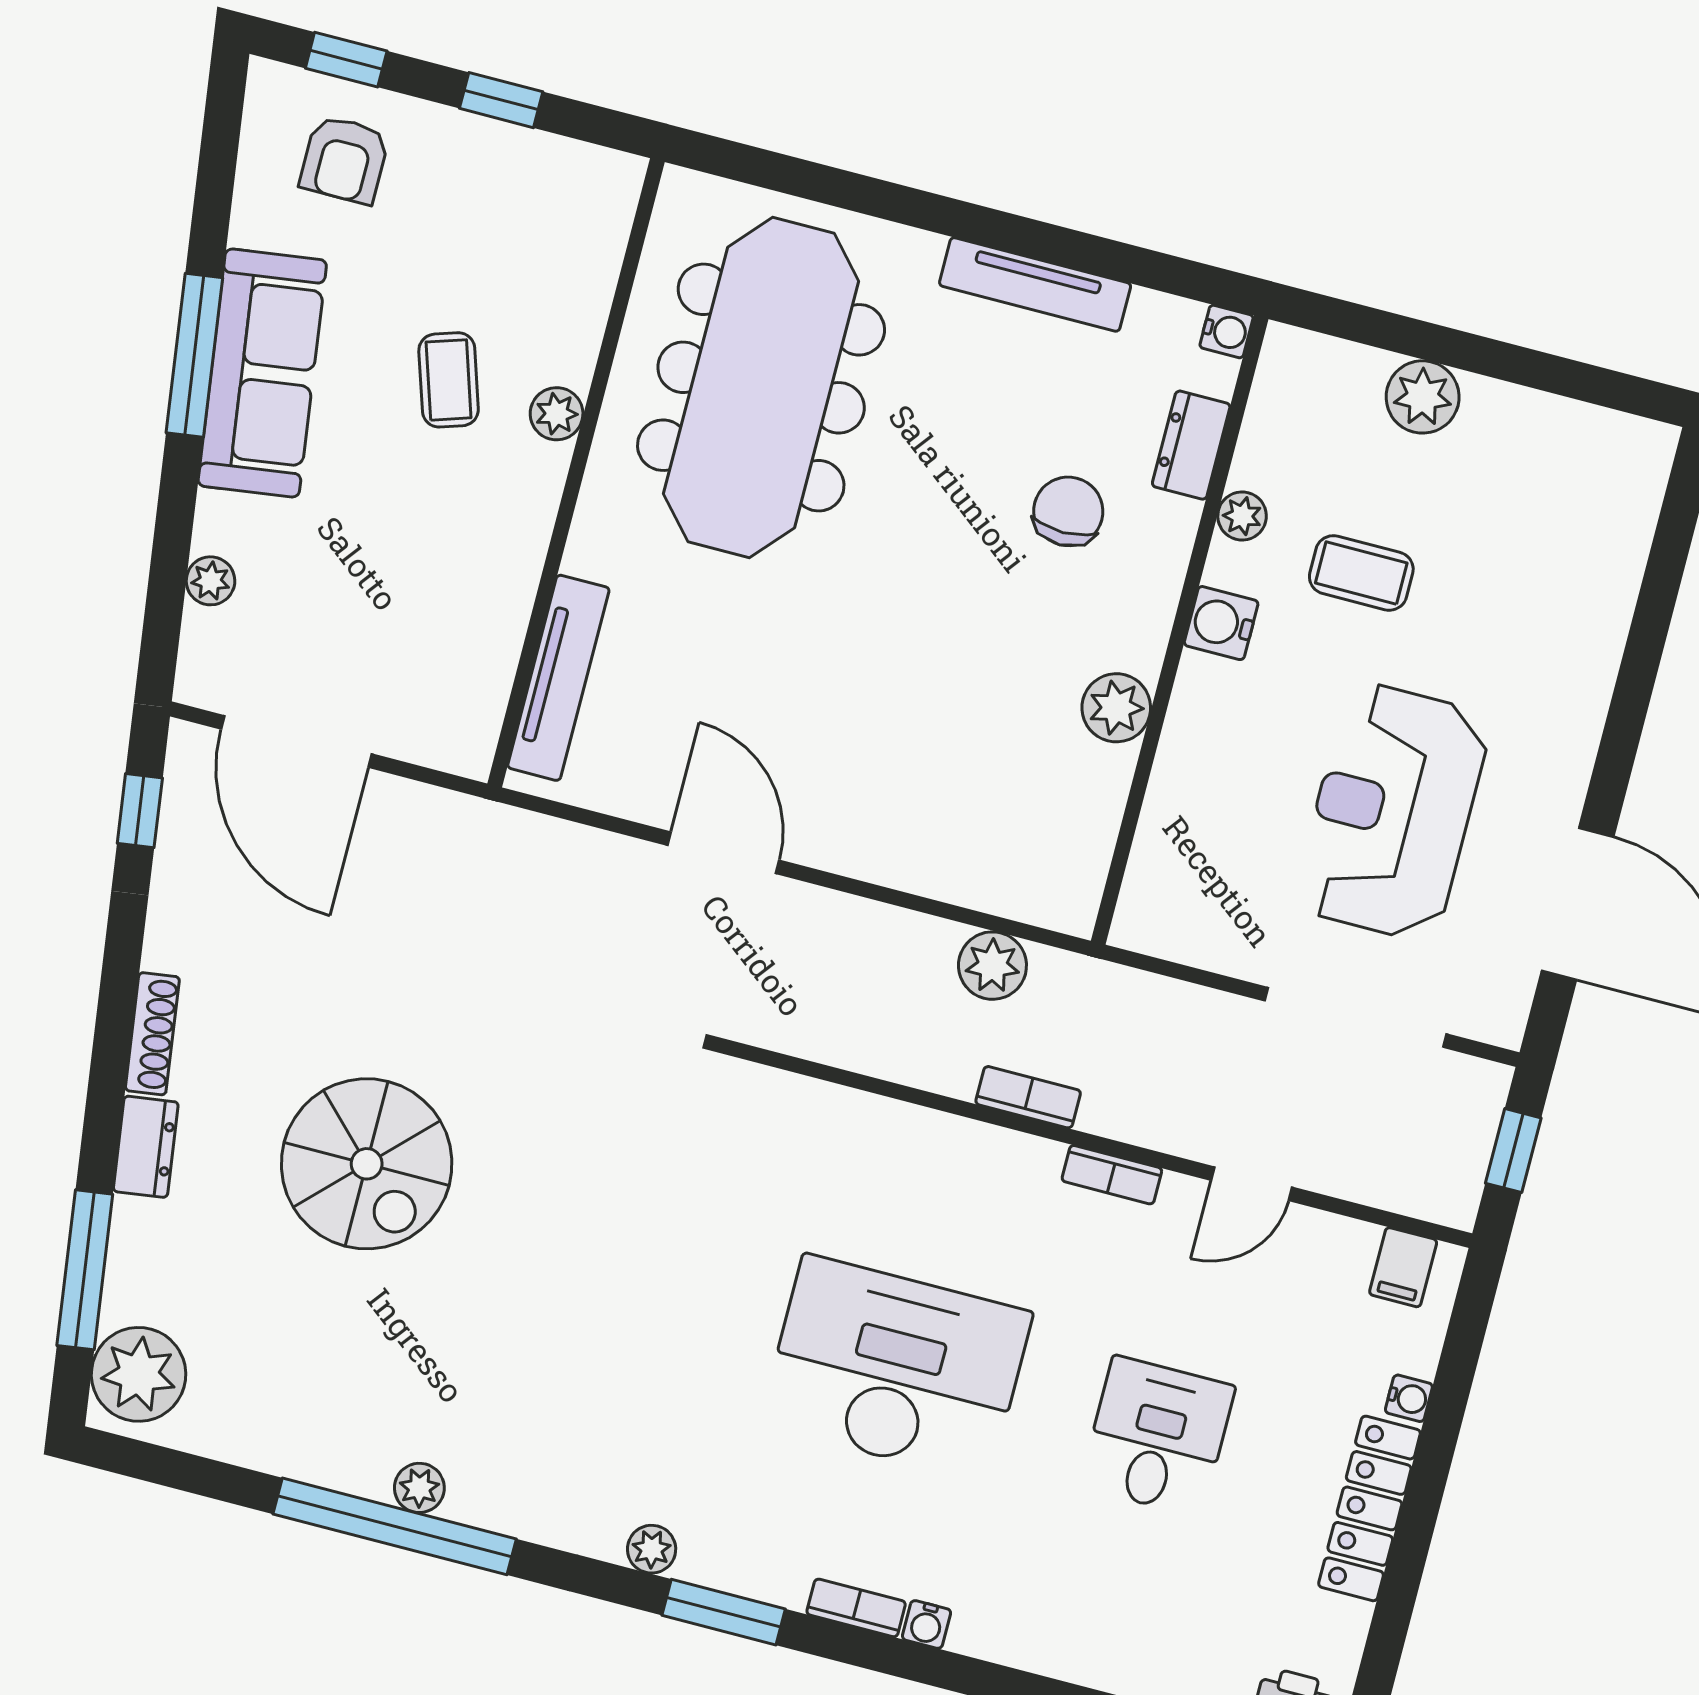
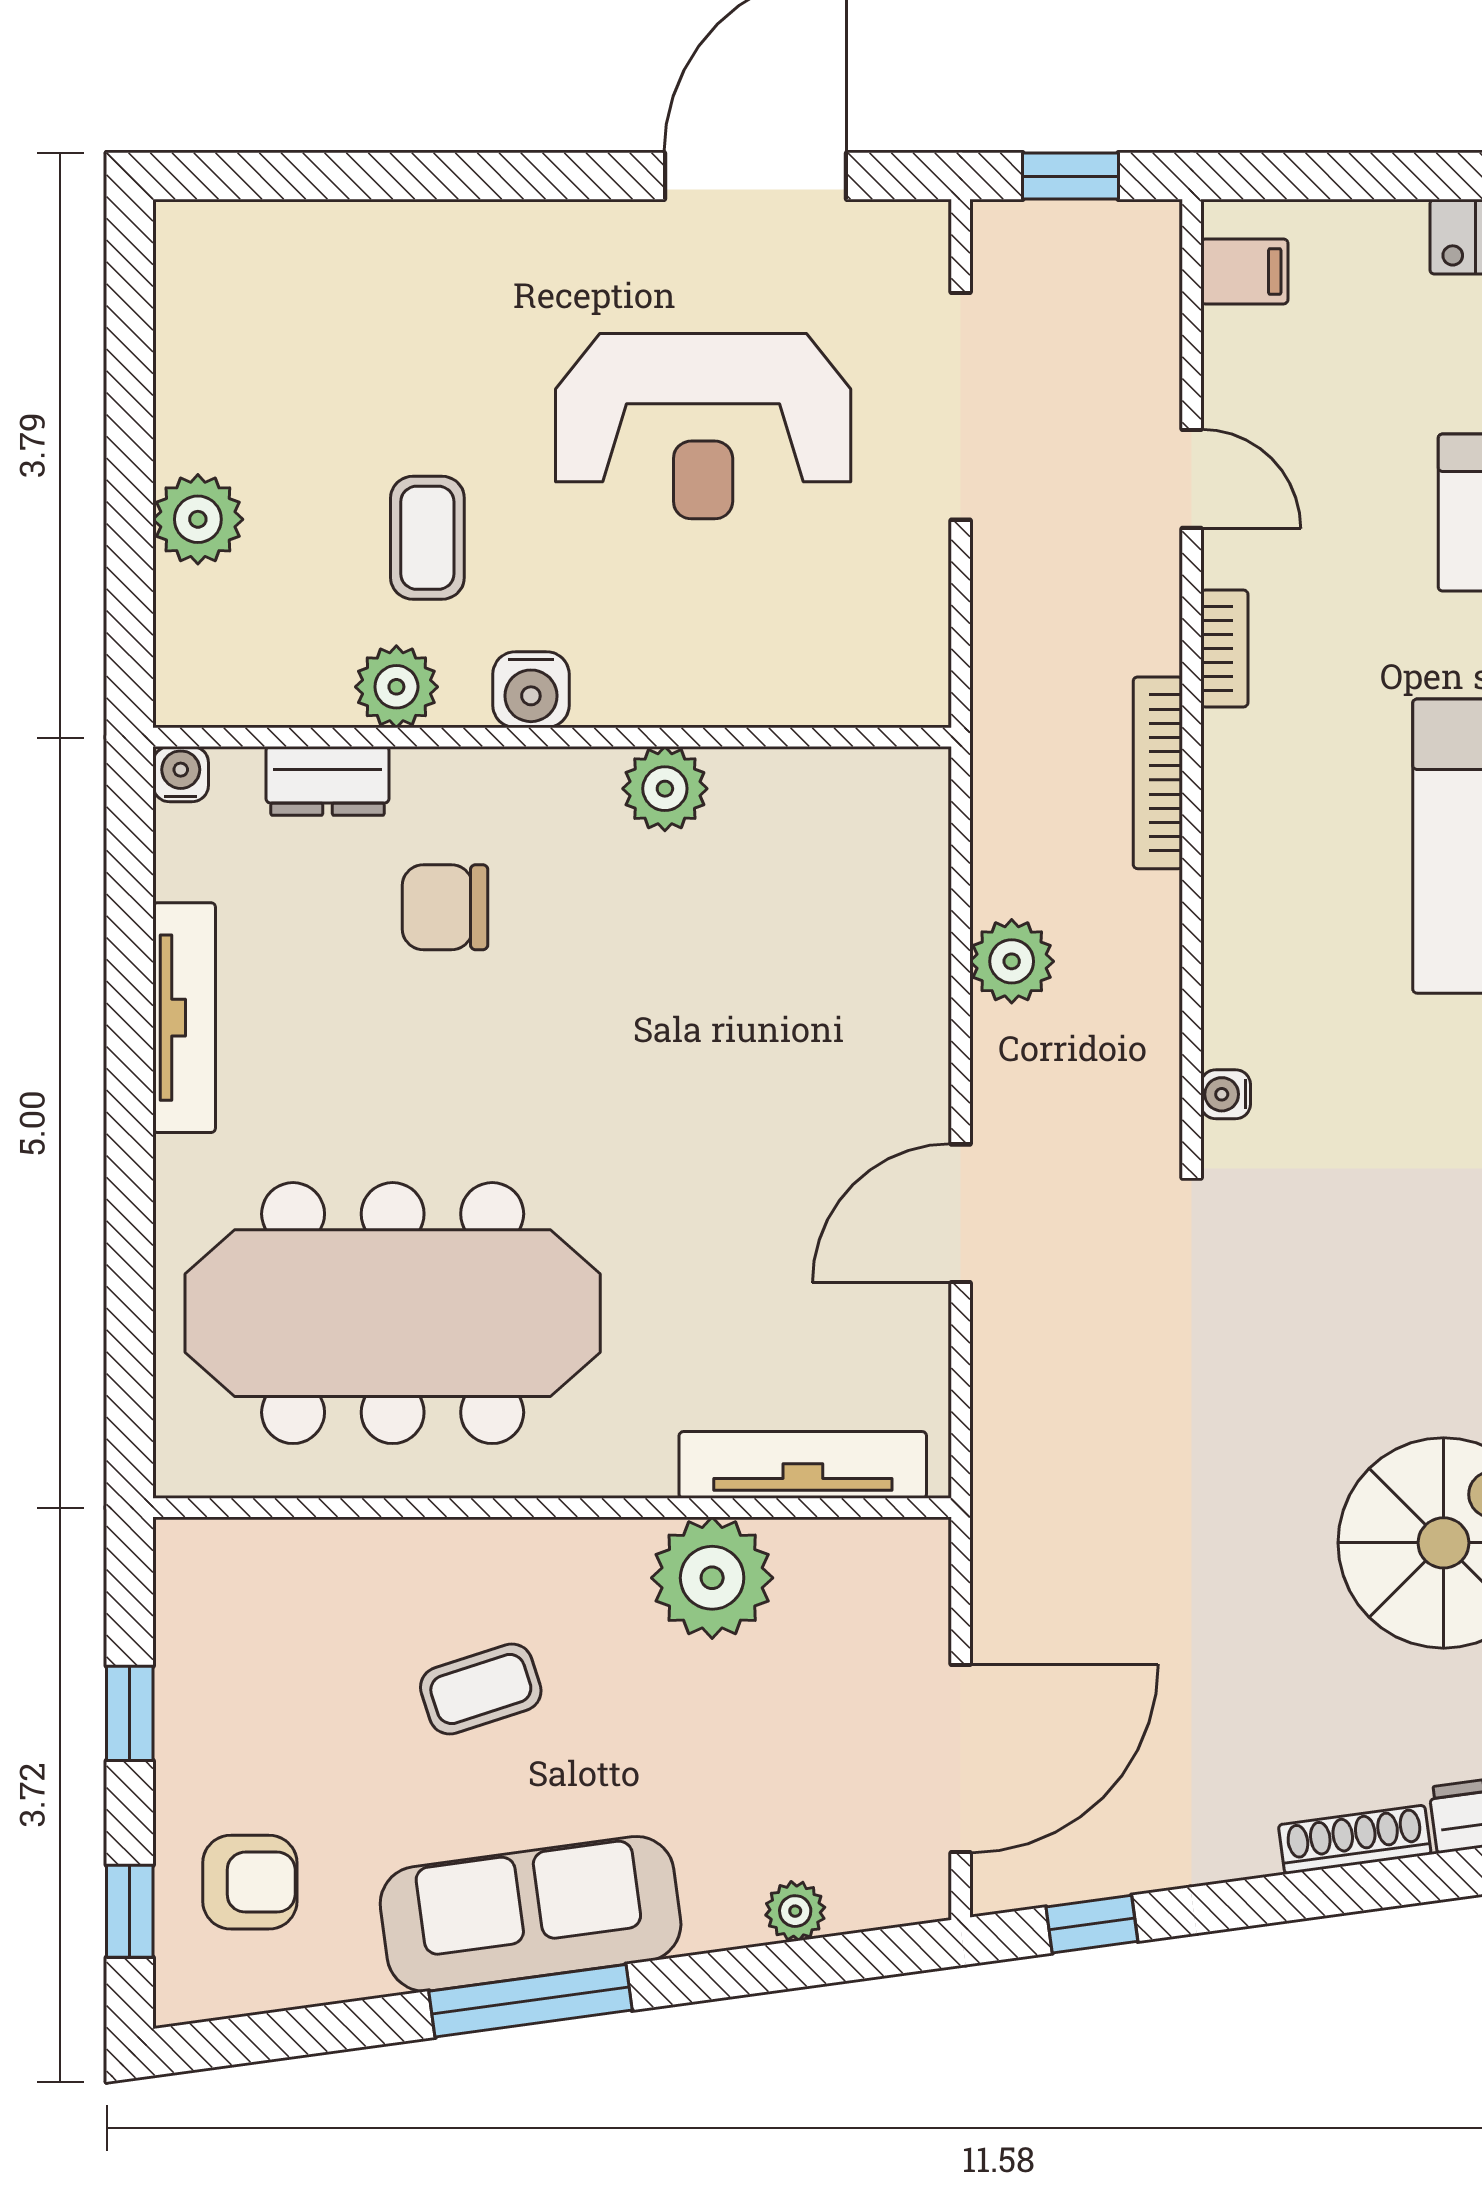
plant: (557, 414) -> (712, 1578), moved, width x1.87, depth x1.87
plant: (1242, 516) -> (396, 687), width x1.38, depth x1.38
plant: (992, 966) -> (1012, 961), moved
bookcase: (1028, 1097) -> (1158, 773), width x1.56
water cooler: (1409, 1398) -> (1226, 1094), moved, turned -90

